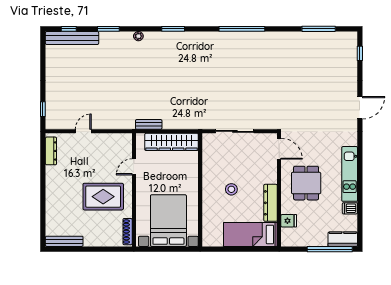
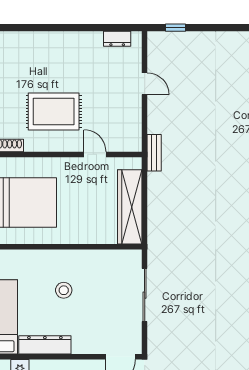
bench: (149, 124) -> (154, 153), moved
dresser: (51, 151) -> (117, 39), width x0.70
rug: (103, 197) -> (54, 111), turned 90

